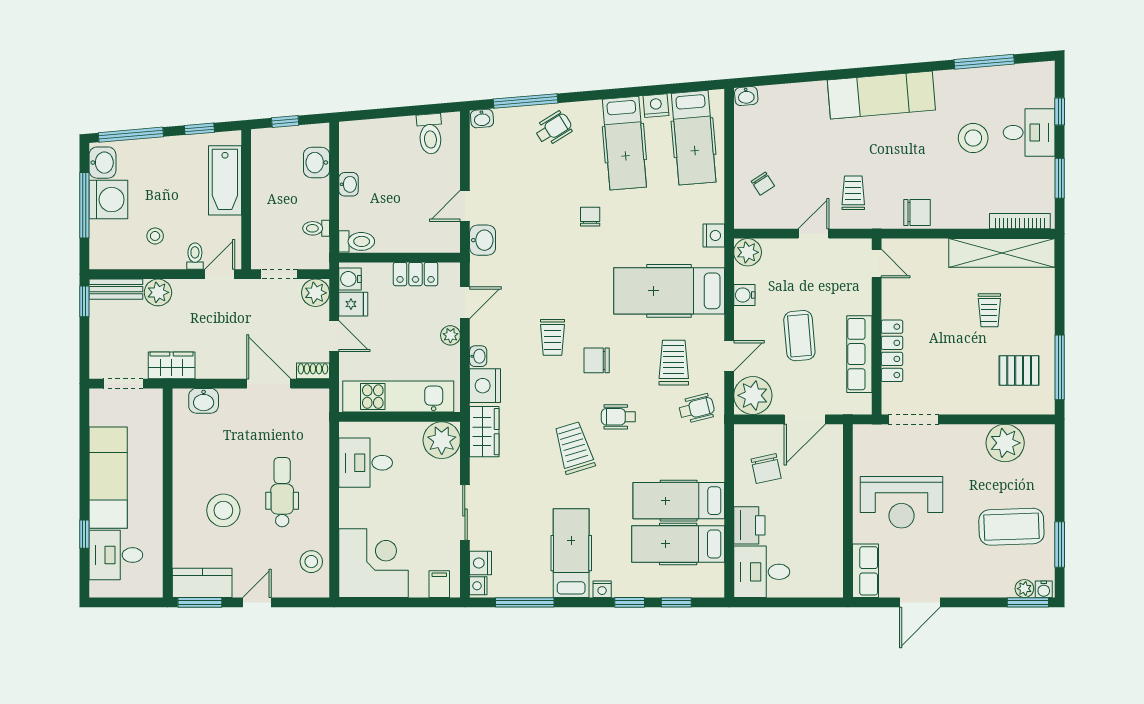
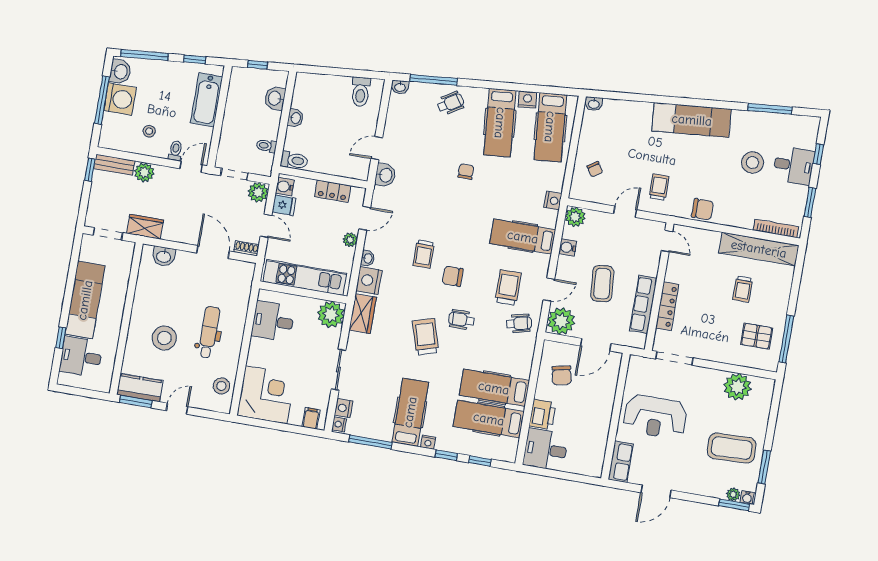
hospital bed: (669, 291) -> (523, 237), width x0.73, depth x0.78

